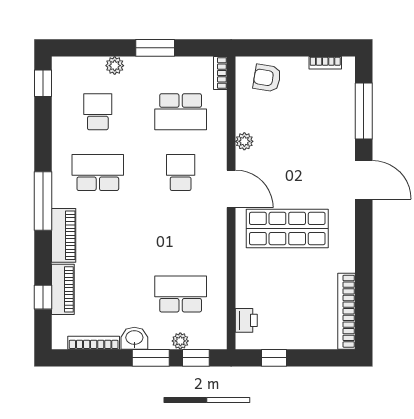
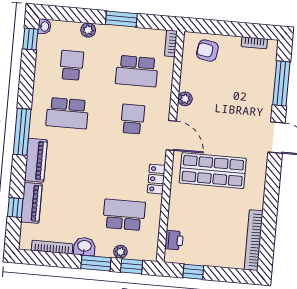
washbasin: (59, 66) -> (44, 26), added
school desk: (98, 172) -> (67, 113), turned 180
locker: (217, 245) -> (156, 179), added

